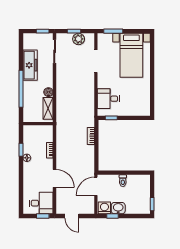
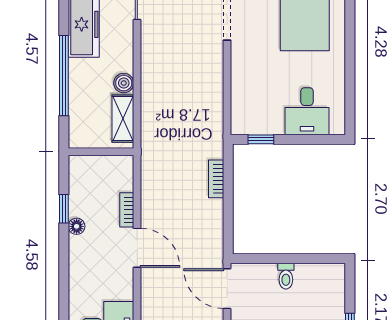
desk: (108, 99) -> (307, 111), moved, turned -90
door: (55, 178) -> (137, 248), moved
door: (96, 186) -> (227, 289), hinge flipped

